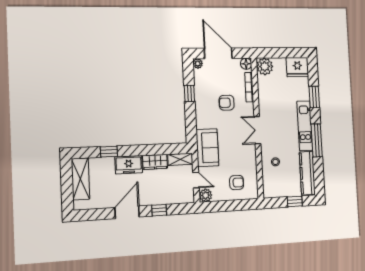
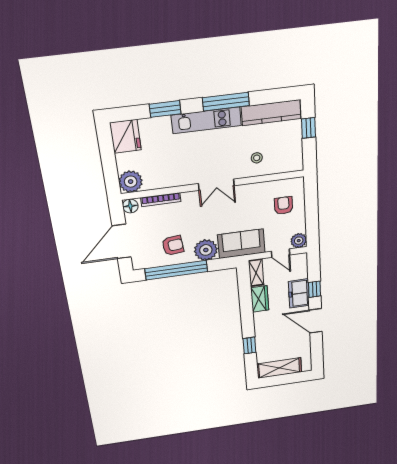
plant: (198, 64) -> (206, 250), moved, width x1.87, depth x1.87
window: (189, 93) -> (176, 270), width x3.17
armchair: (227, 103) -> (173, 245), moved, turned -96
freezer: (129, 165) -> (299, 293), moved, turned 180
door: (196, 180) -> (281, 253), swing flipped

